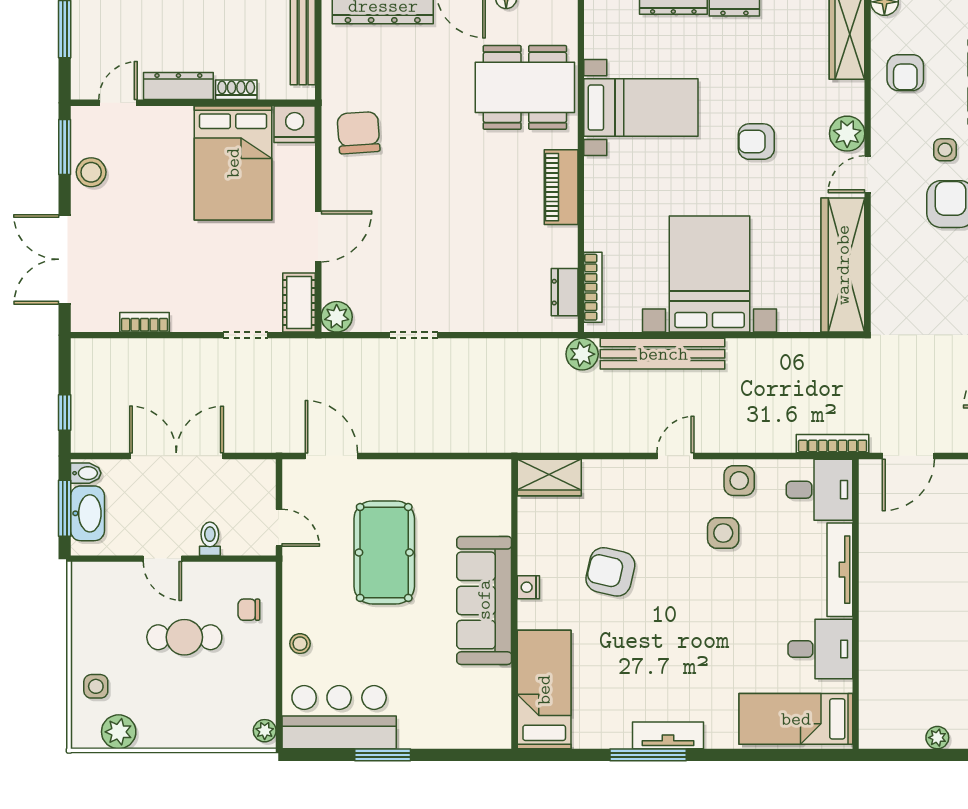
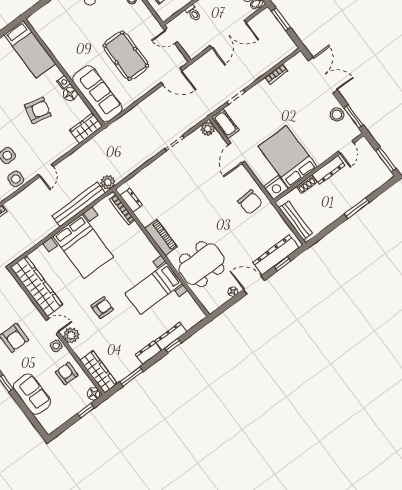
side table: (945, 150) -> (56, 346), moved
door: (868, 174) -> (53, 326), hinge flipped
window: (65, 412) -> (281, 19), width x1.50
floor lamp: (532, 558) -> (70, 94), added
sofa: (484, 600) -> (97, 94), moved

